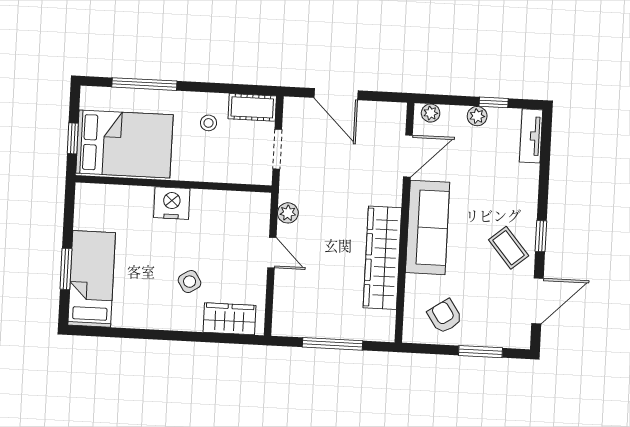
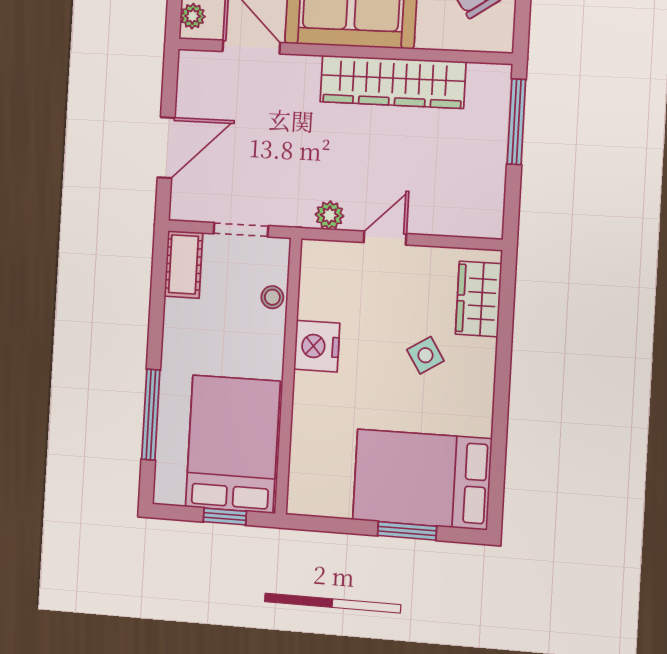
stool: (209, 123) -> (272, 297), moved
nightstand: (172, 203) -> (317, 346), moved
bed: (92, 279) -> (422, 479), width x1.50
window: (332, 344) -> (516, 122), moved

